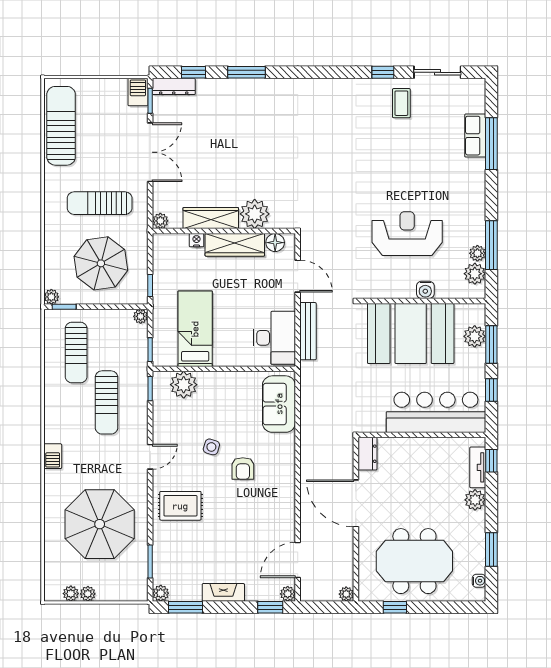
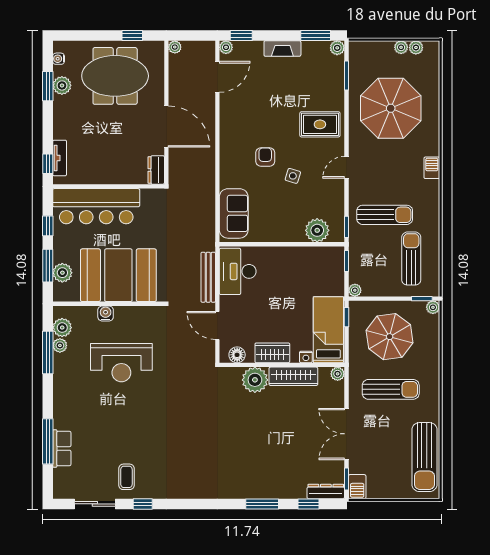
wardrobe: (235, 245) -> (272, 353), width x0.67
bed: (195, 329) -> (328, 330), moved, turned 180
sun lounger: (107, 402) -> (385, 215), turned 90
plant: (475, 500) -> (62, 85), moved

